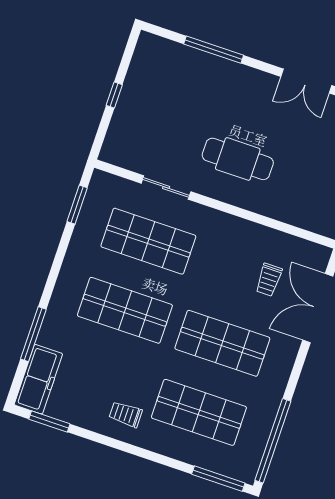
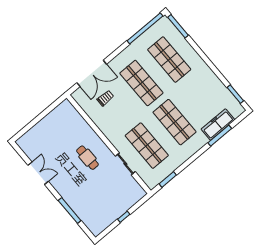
cafe table: (238, 159) -> (87, 158), width x0.73, depth x0.74
freezer: (38, 379) -> (218, 124), moved
trolley: (126, 414) -> (201, 78), removed

